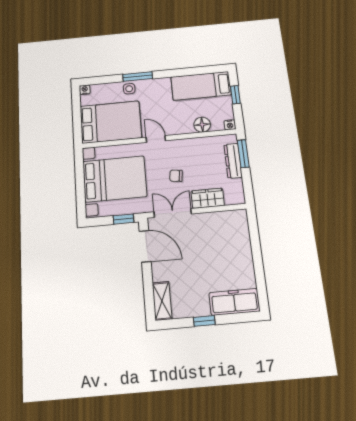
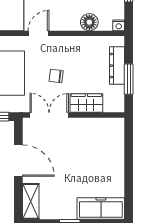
door: (156, 139) -> (39, 33), hinge flipped
window: (243, 154) -> (129, 79), moved
door: (145, 246) -> (18, 161), moved

